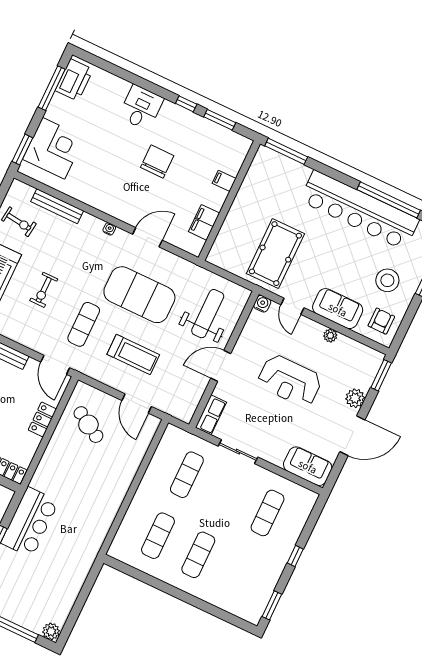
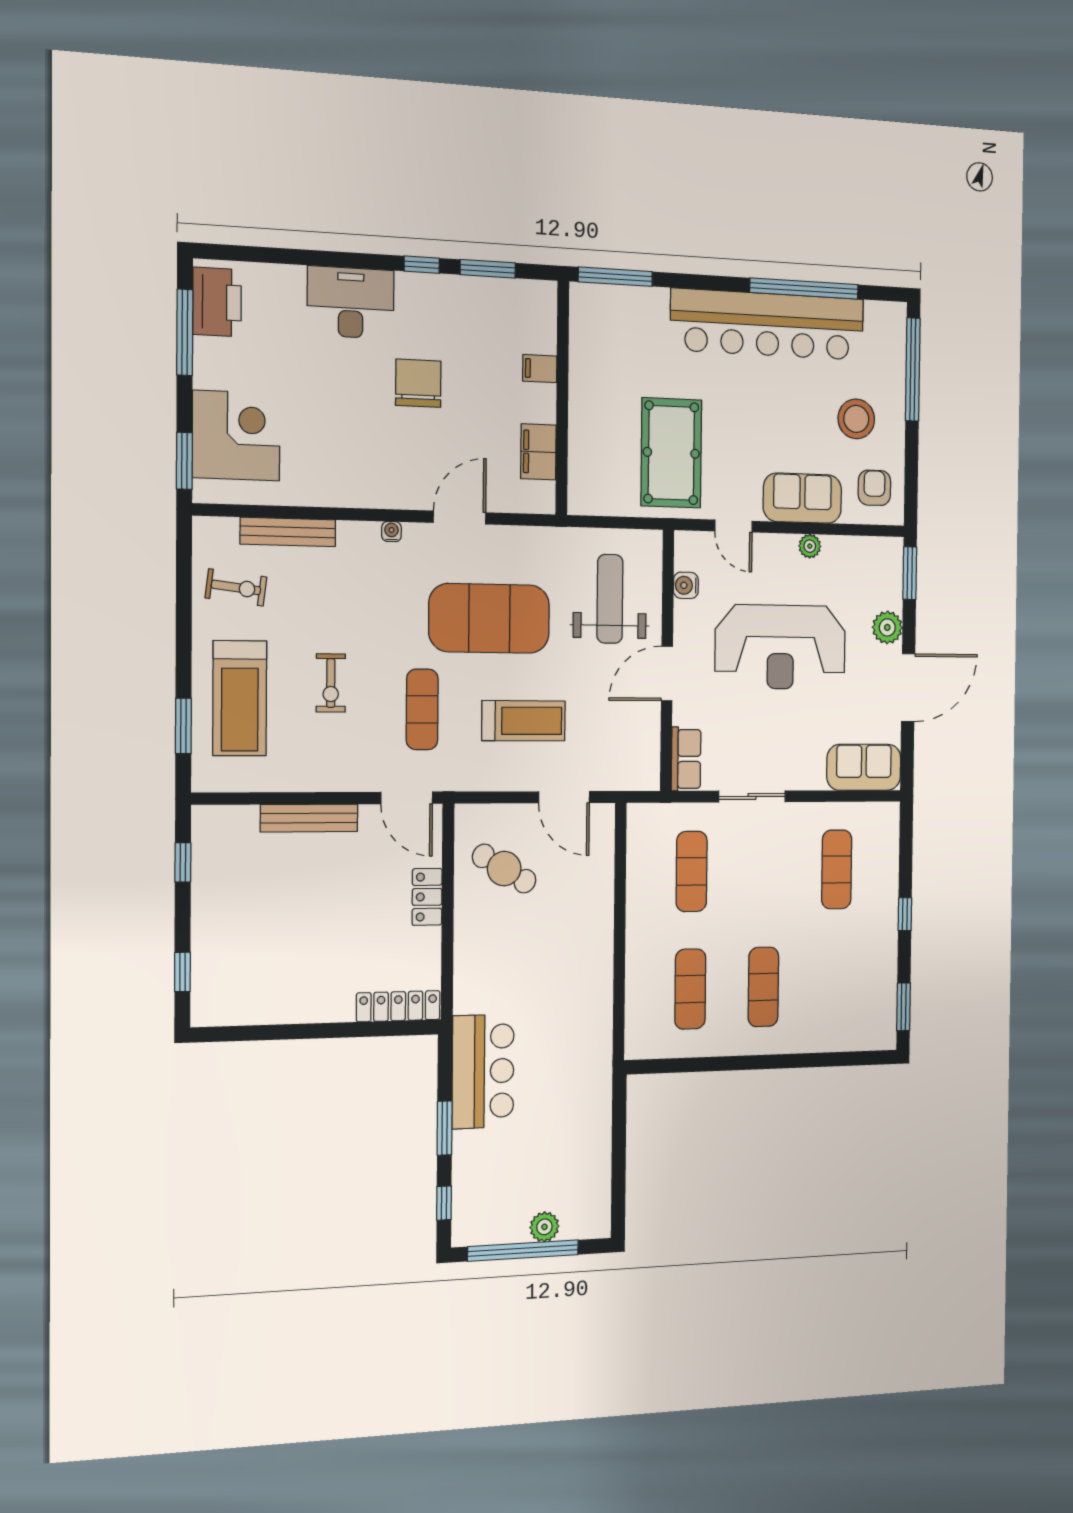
desk: (141, 108) -> (351, 303), width x1.37
water cooler: (262, 304) -> (686, 585), moved, turned -90
reception desk: (290, 381) -> (780, 647), width x1.36, depth x1.30
plant: (51, 631) -> (544, 1227), moved

